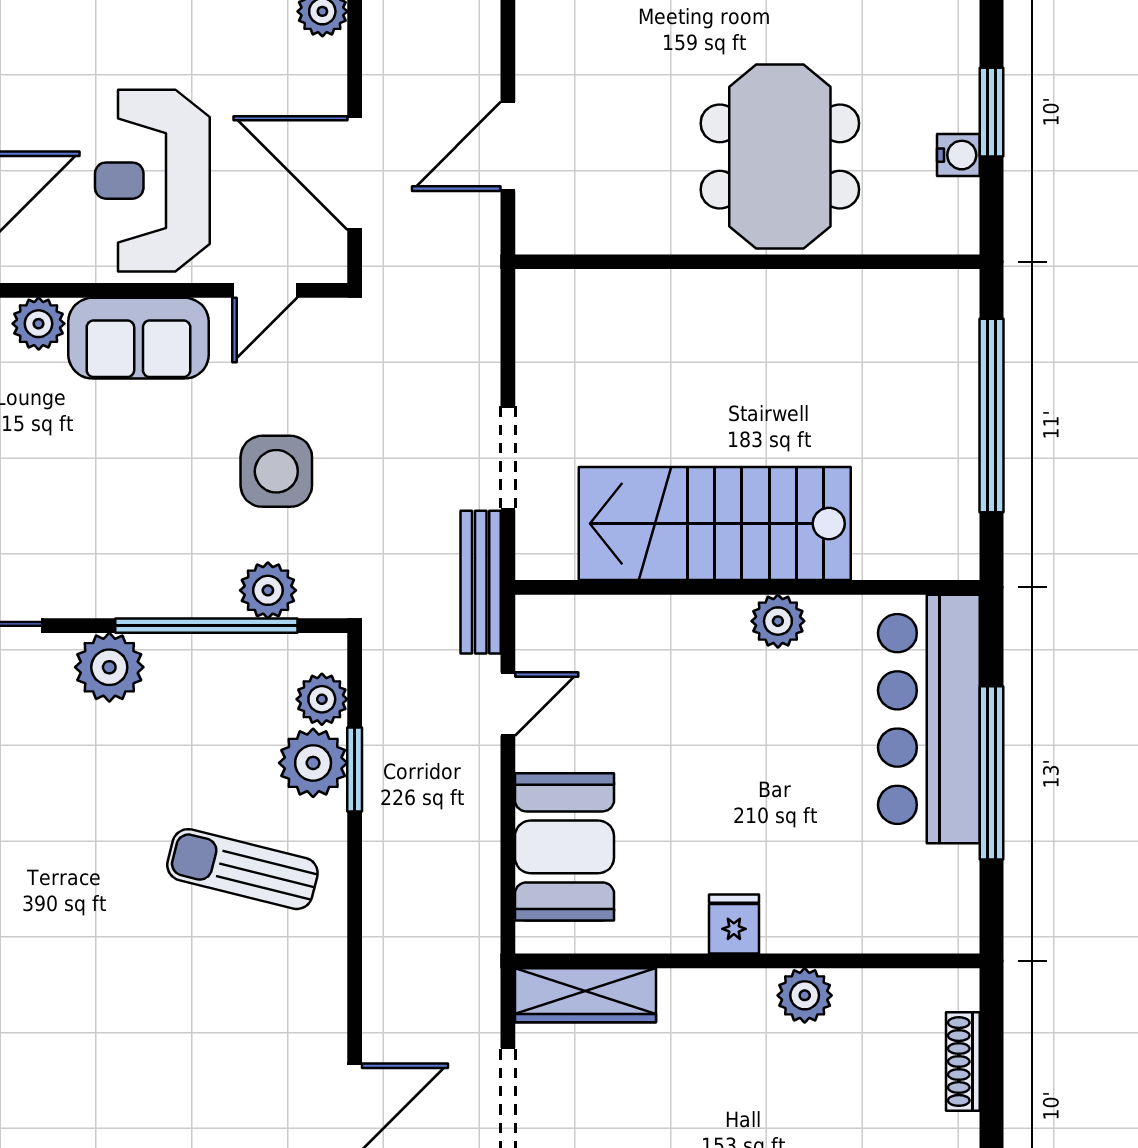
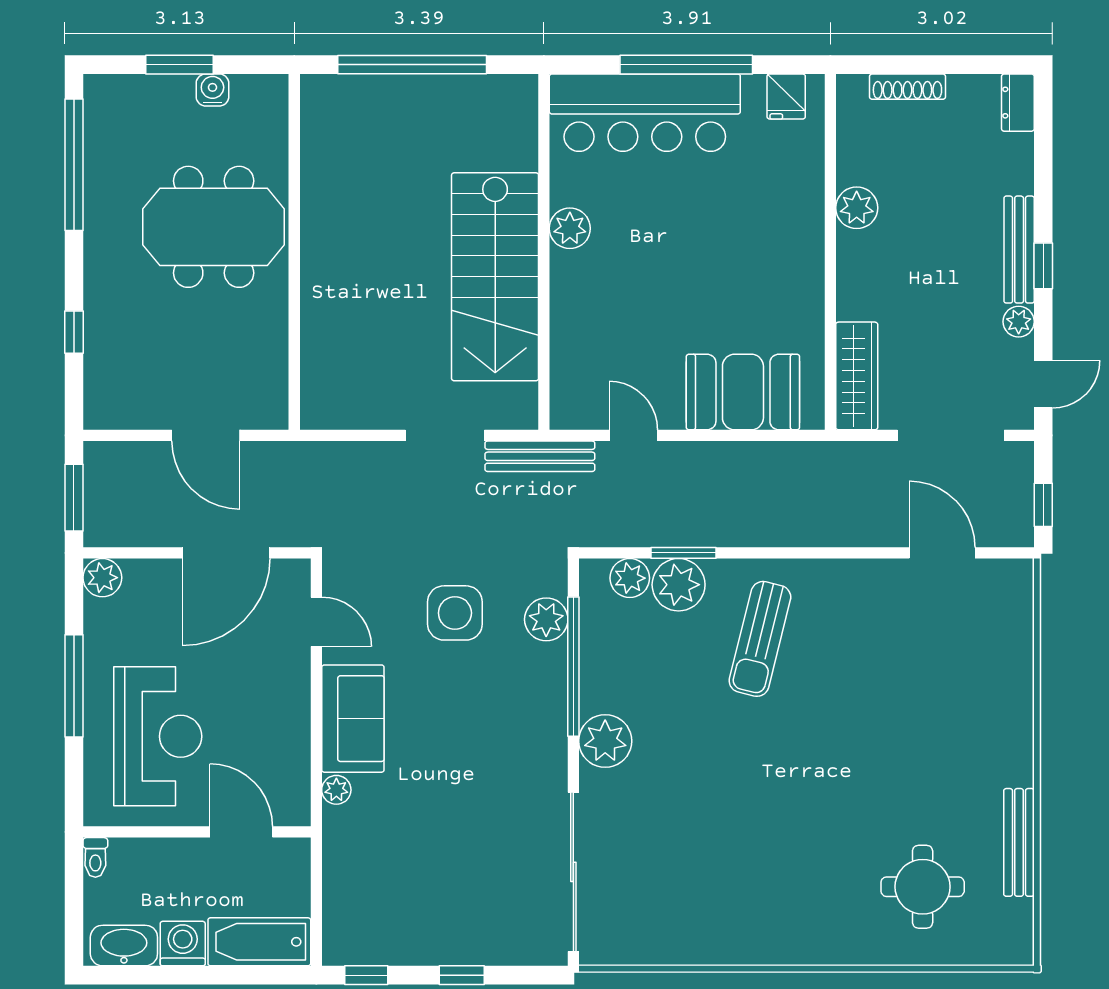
reception desk: (152, 181) -> (158, 736), moved, turned -90
plant: (39, 324) -> (336, 790), width x0.73, depth x0.73
fridge: (734, 924) -> (786, 96), moved, turned -90

